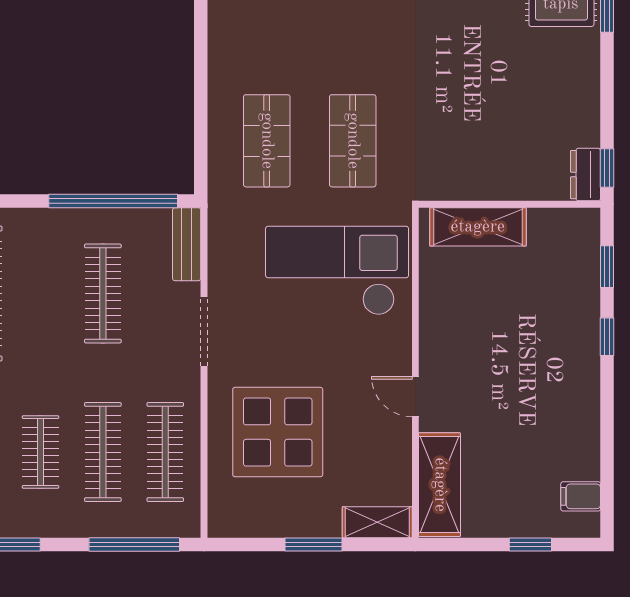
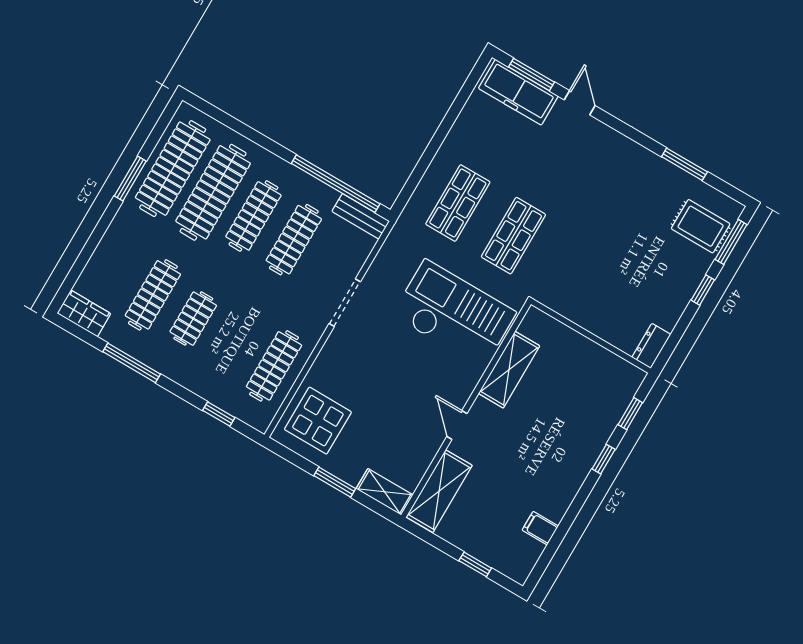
window: (607, 168) -> (703, 290), moved
shelving: (478, 227) -> (509, 370), moved, turned 90
bench: (187, 244) -> (361, 216), moved, turned 90
display table: (278, 432) -> (318, 421), moved, width x0.73, depth x0.73
clothes rail: (103, 452) -> (253, 216), moved
filing cabinet: (581, 496) -> (540, 528), moved
window: (134, 545) -> (219, 414), width x0.46

